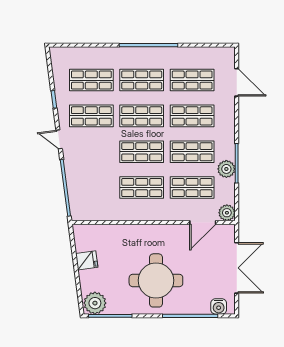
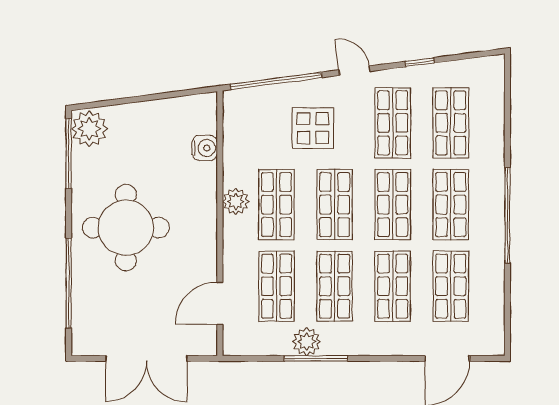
door: (59, 139) -> (355, 71), hinge flipped
display table: (95, 165) -> (313, 128), added
plant: (227, 213) -> (236, 201), moved
door: (203, 222) -> (220, 303), hinge flipped
fridge: (87, 260) -> (158, 115), removed
water cooler: (219, 306) -> (205, 148), moved, turned 180

